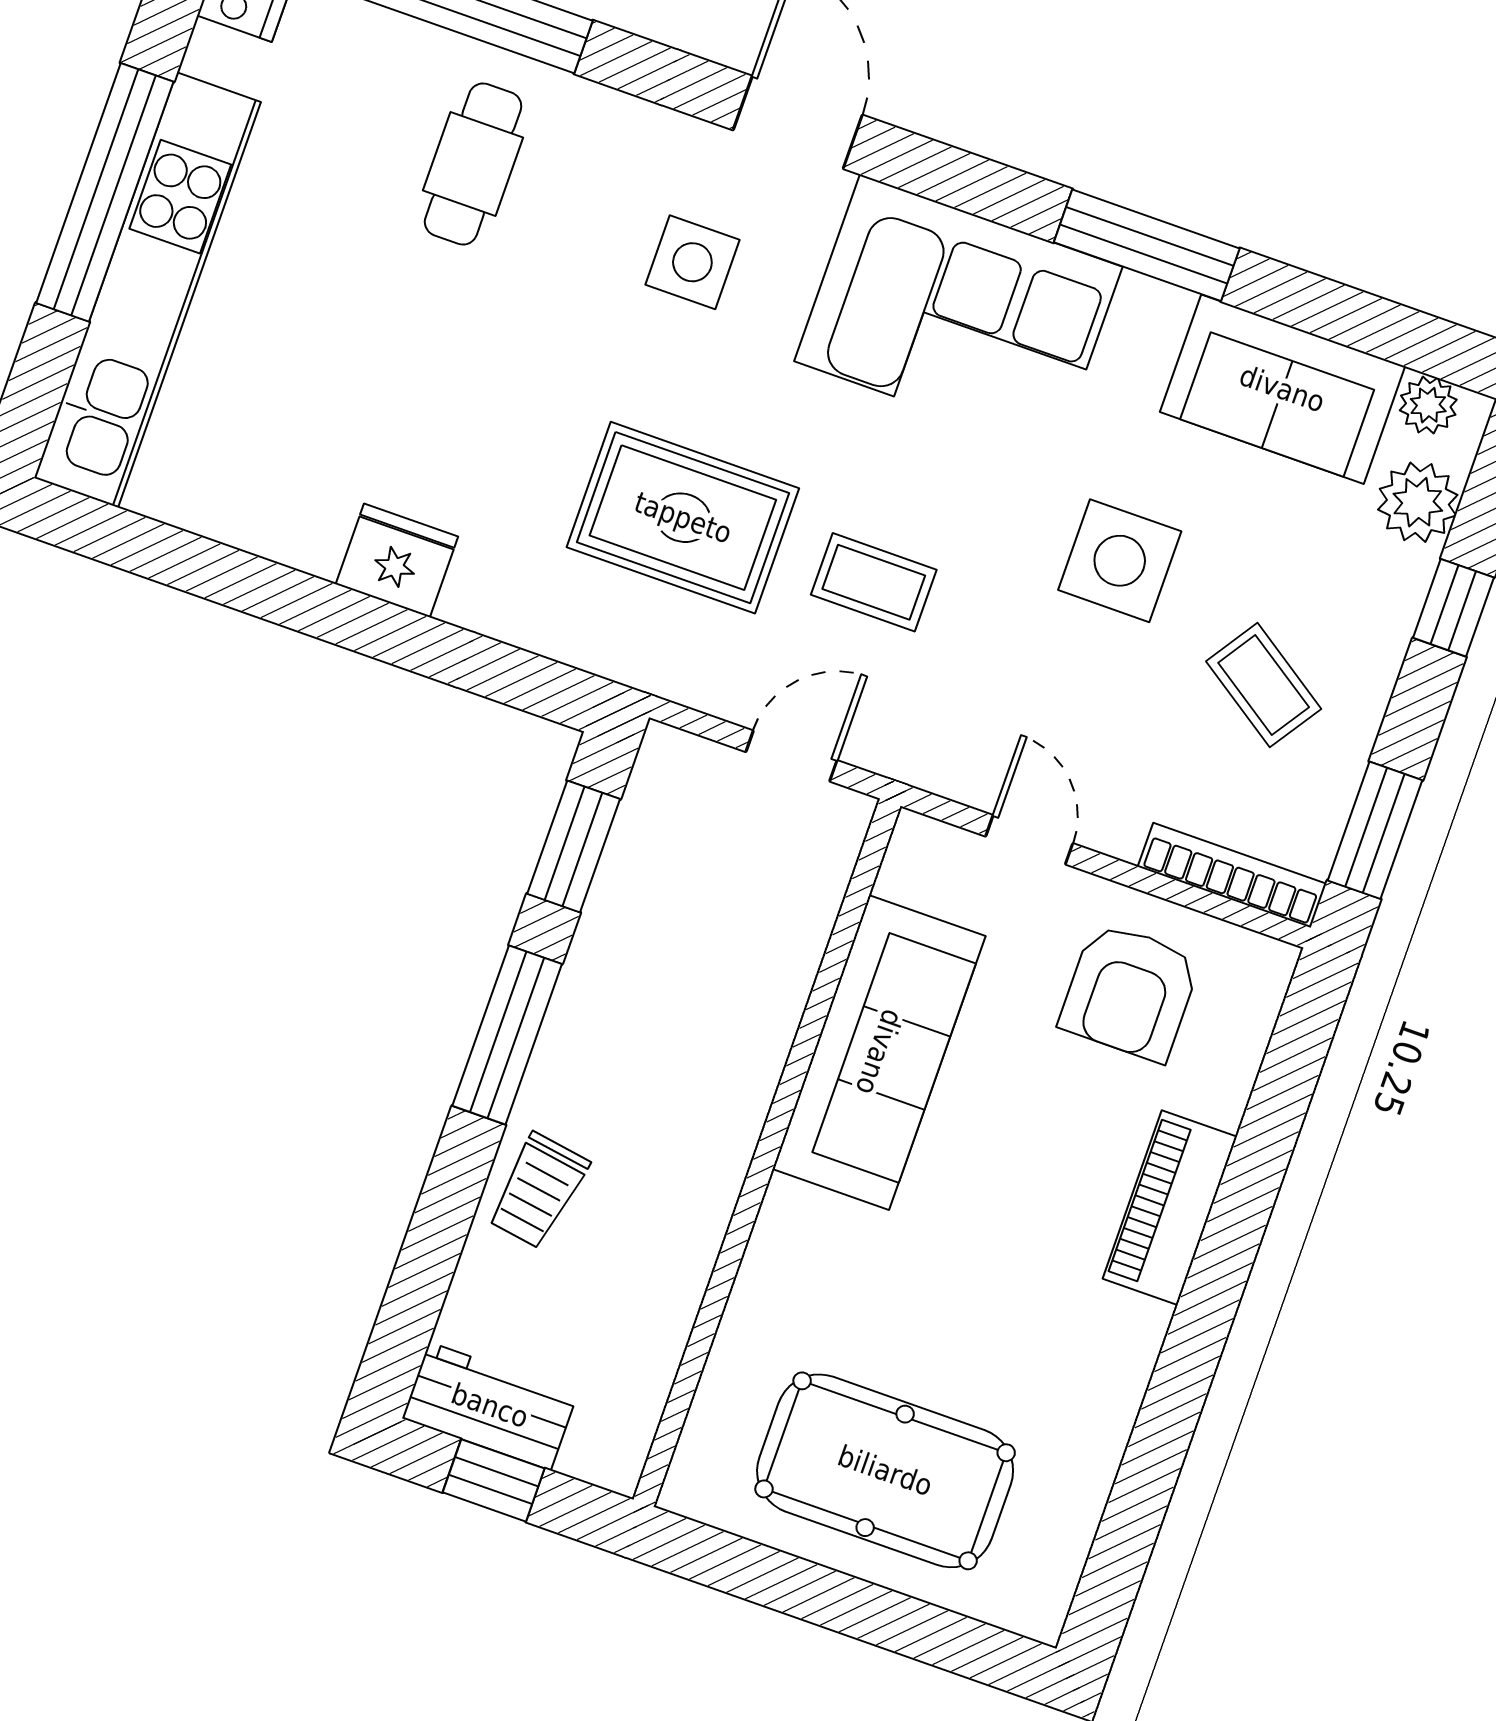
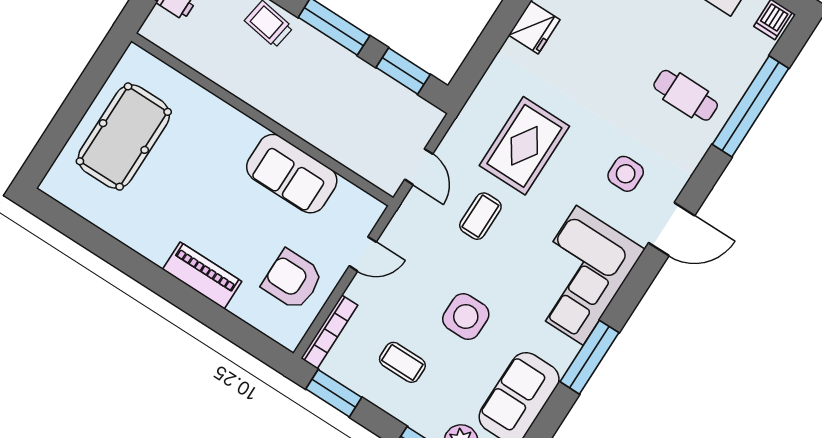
coffee table: (1264, 685) -> (402, 362), turned 56
sofa: (879, 1052) -> (292, 174), width x0.73

